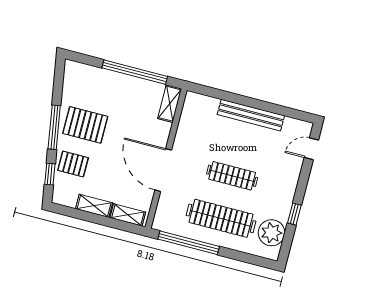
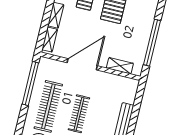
shelving: (170, 104) -> (120, 66), moved

